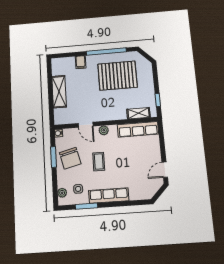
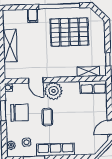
row of seats: (138, 129) -> (93, 87), width x0.68
plant: (104, 130) -> (53, 91), width x1.87, depth x1.87
chair: (70, 158) -> (20, 113), turned -76

